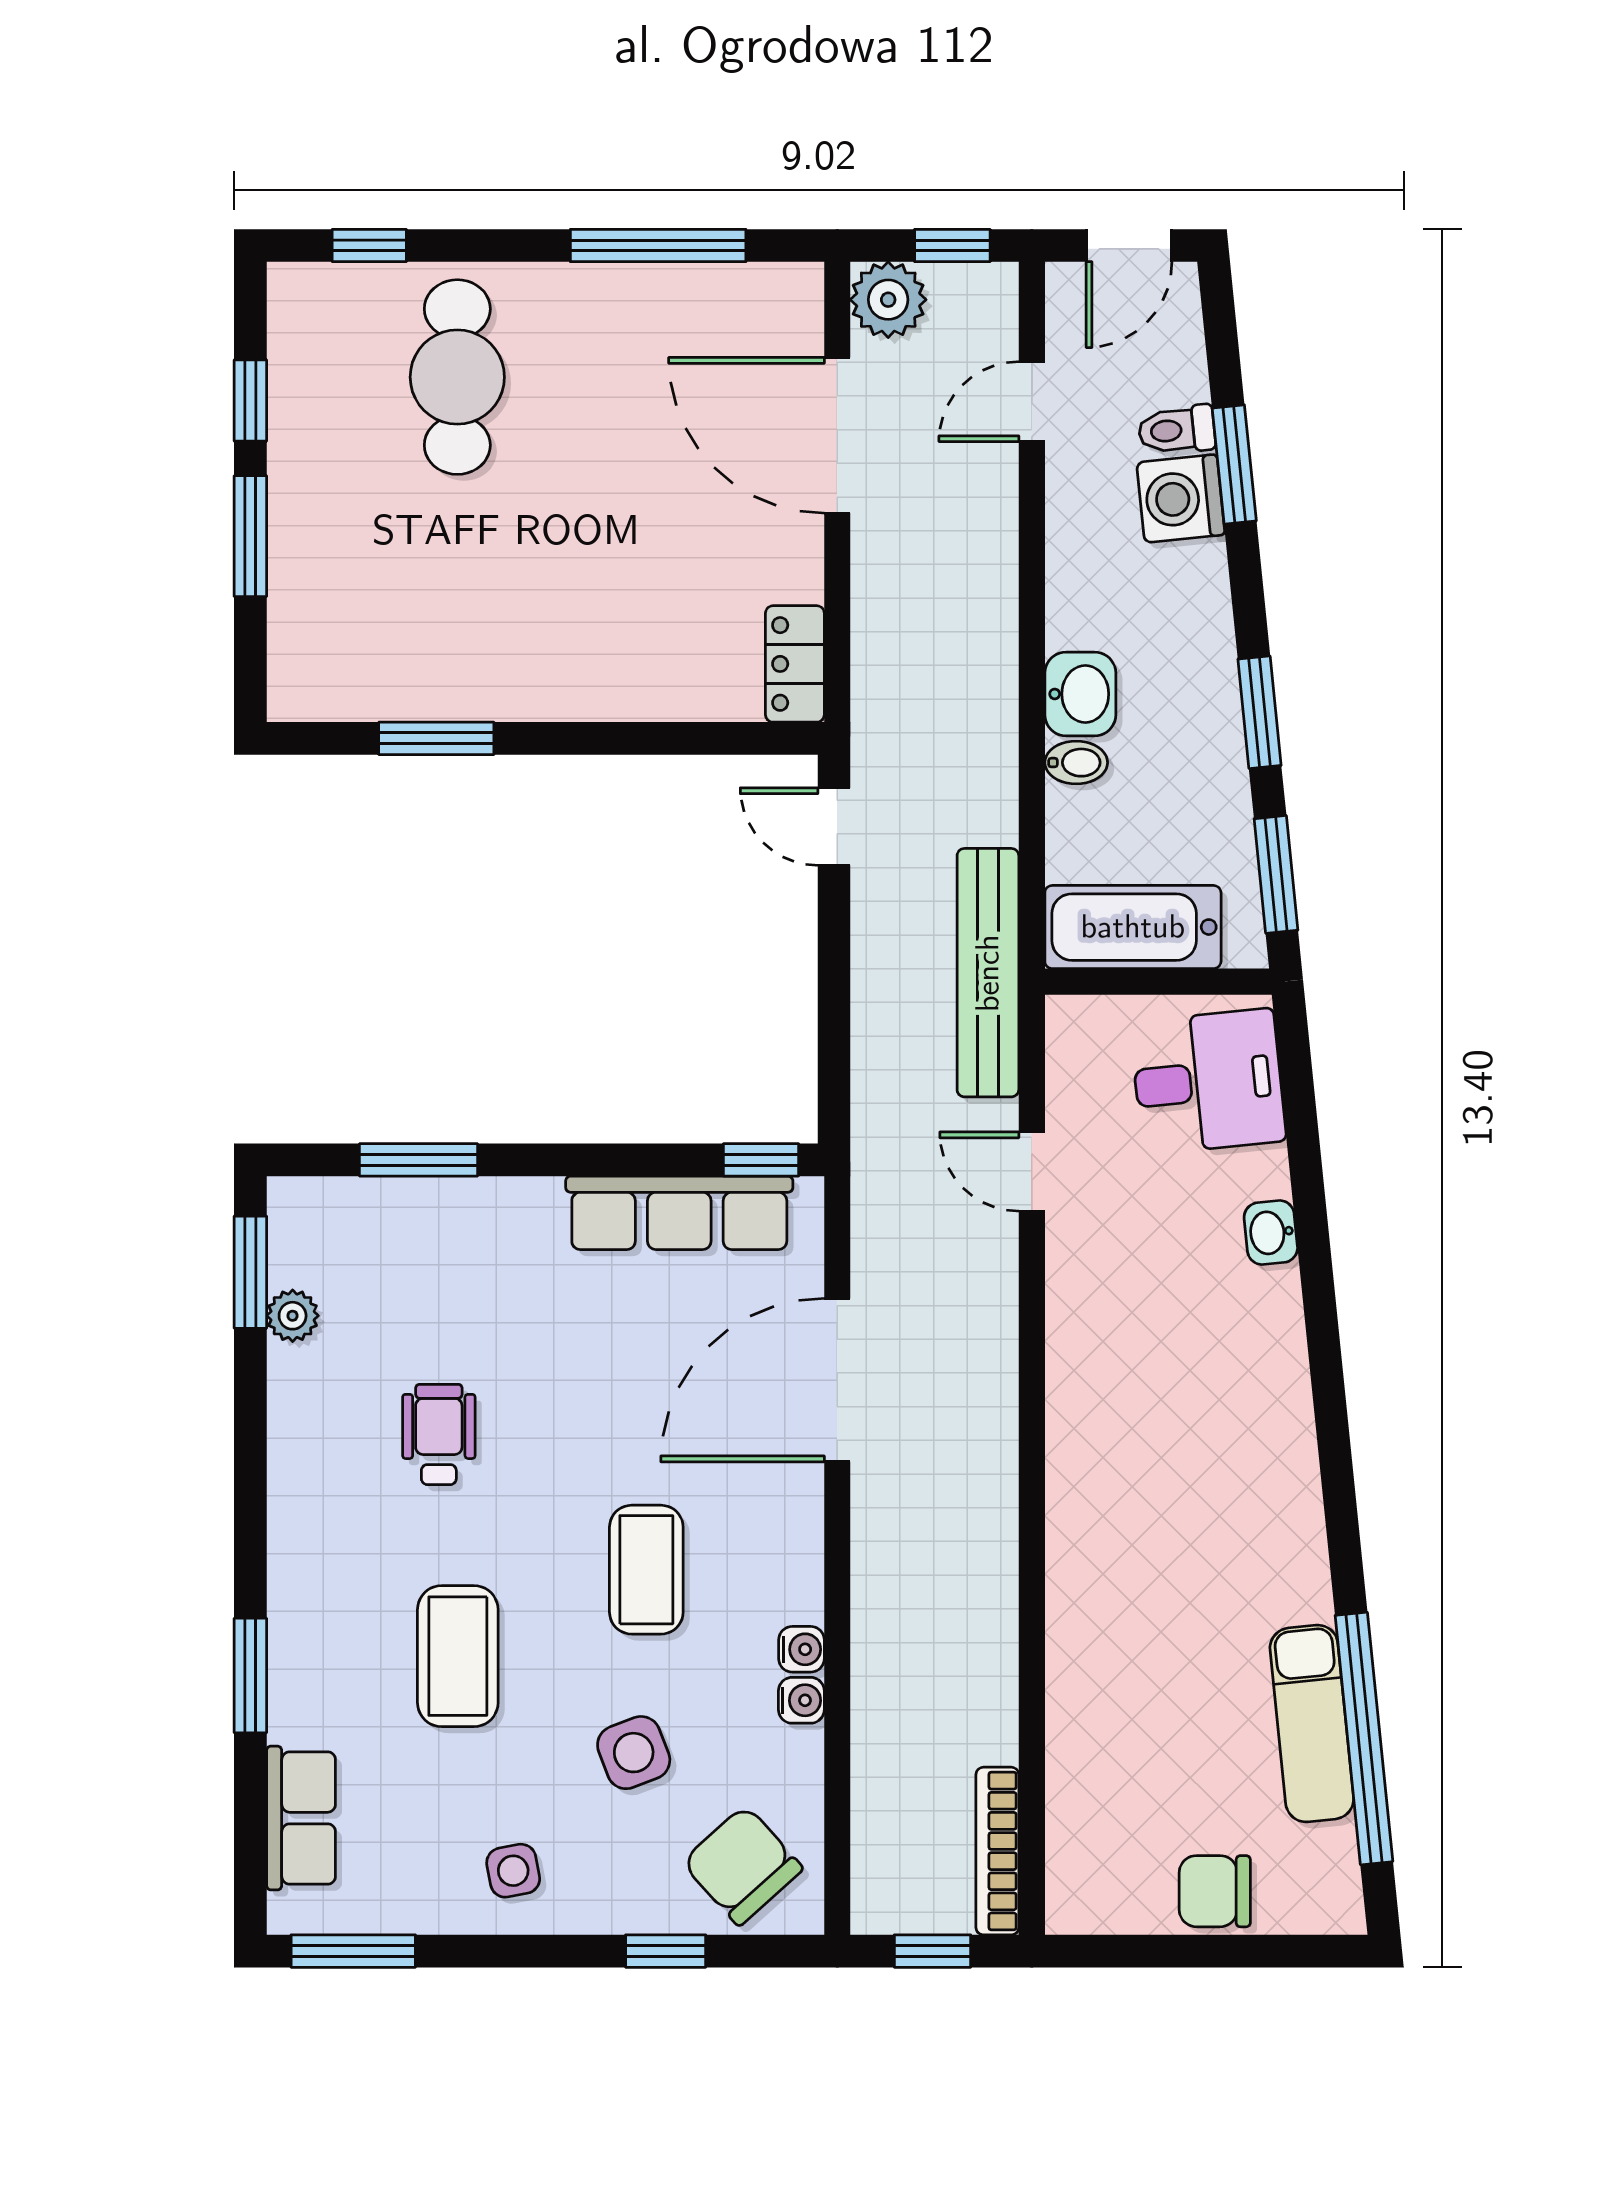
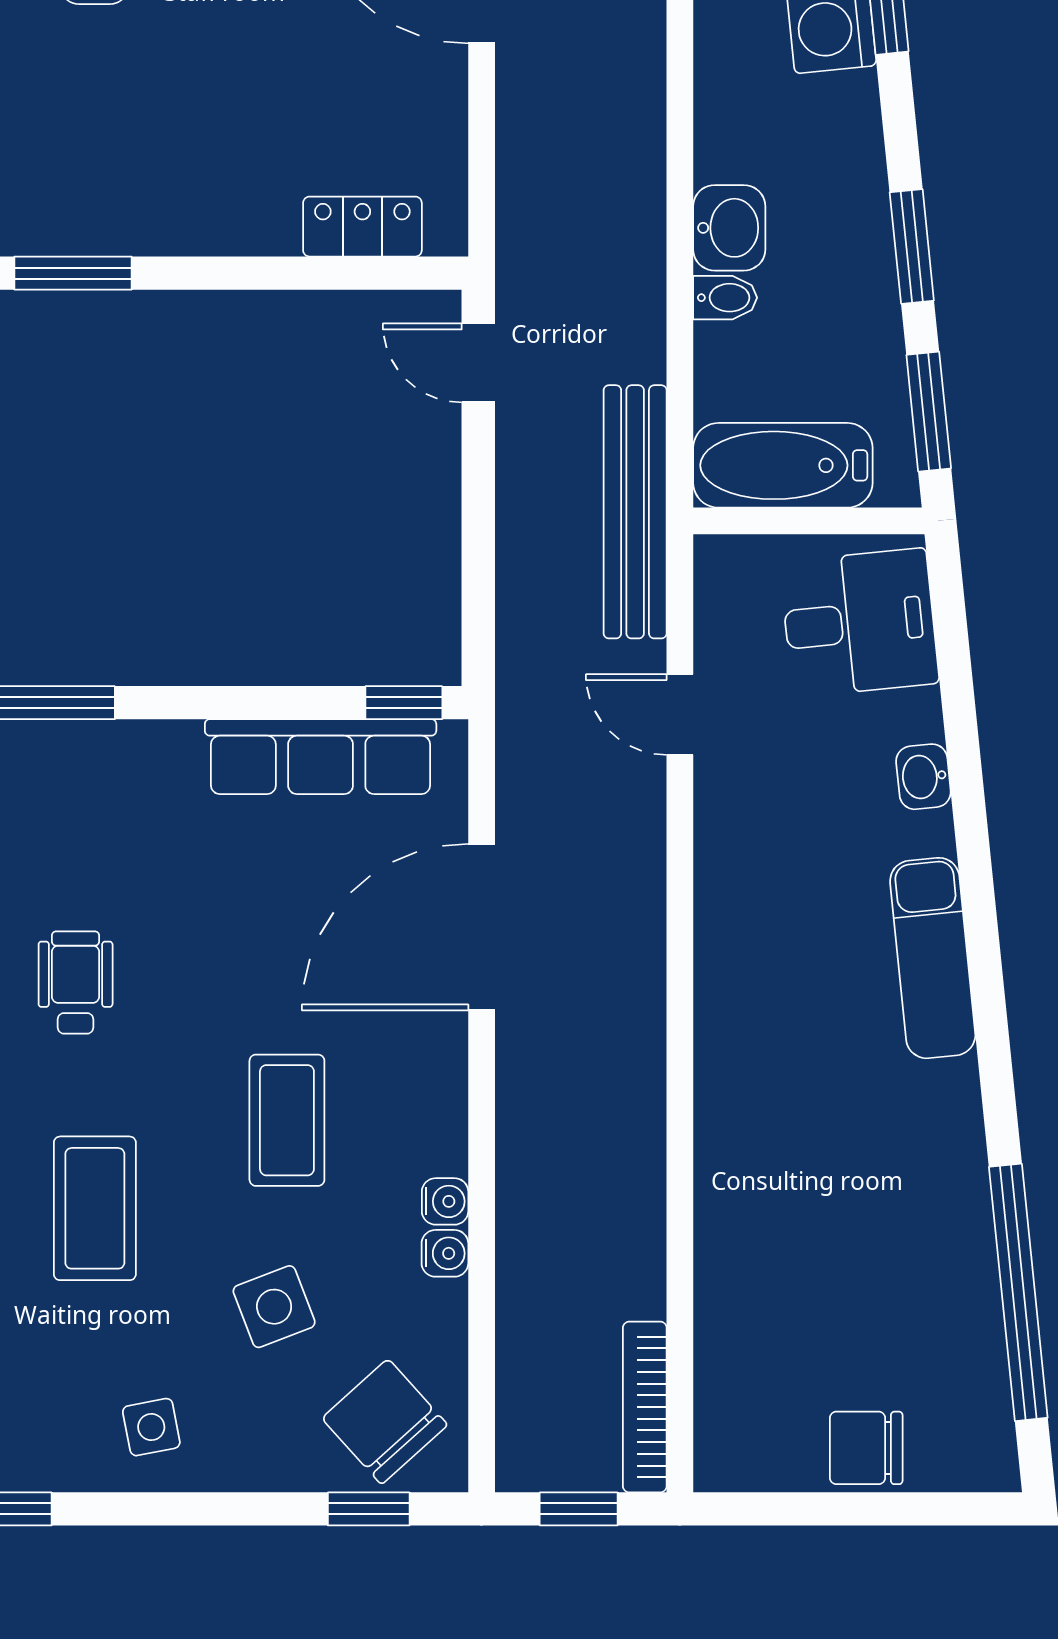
locker: (795, 664) -> (362, 227), moved, turned 90
exam couch: (1312, 1724) -> (933, 958), moved
window: (666, 1951) -> (369, 1509), moved

